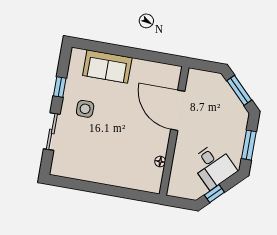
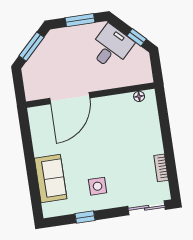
sliding door: (52, 132) -> (147, 208), moved
floor lamp: (160, 161) -> (139, 96), moved
bookcase: (82, 175) -> (161, 168), added

